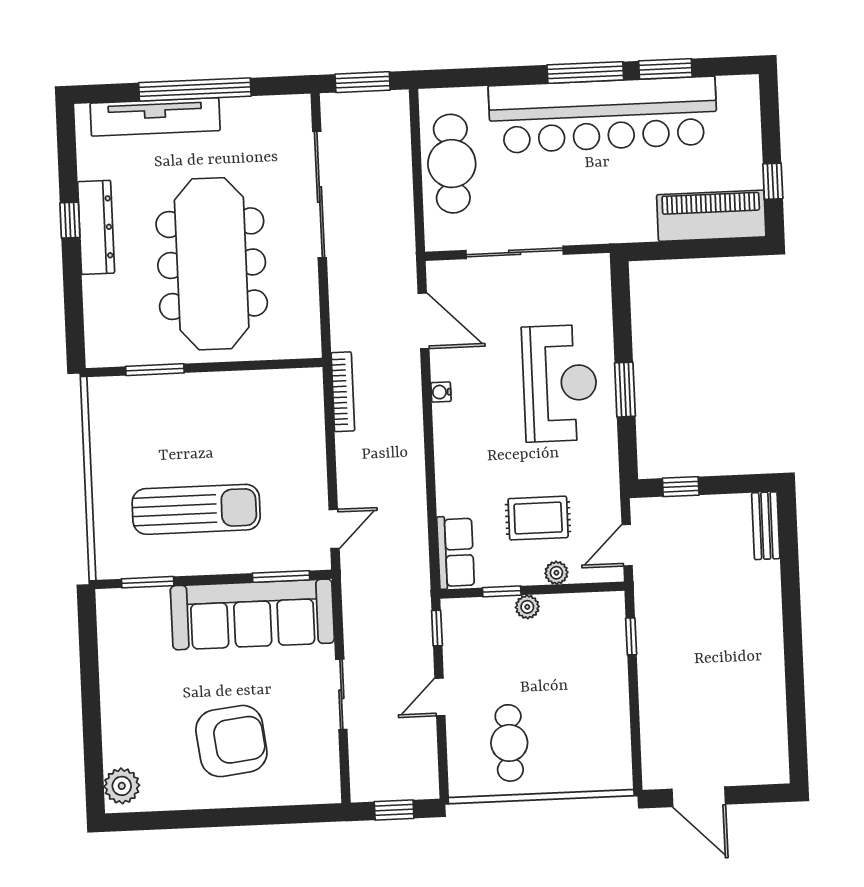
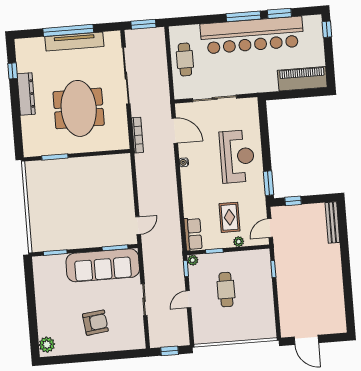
tv unit: (155, 117) -> (74, 41), moved
cafe table: (452, 164) -> (185, 59), width x0.73, depth x0.74
window: (773, 181) -> (327, 29), moved
window: (70, 220) -> (13, 71), moved
meeting table: (212, 264) -> (79, 108), width x0.73
window: (625, 390) -> (268, 183), moved
bookcase: (343, 392) -> (137, 135), moved
sun lounger: (196, 509) -> (76, 219), removed
rug: (538, 518) -> (230, 217), turned 90
bench: (766, 526) -> (332, 222), width x1.36
plant: (527, 607) -> (193, 260), moved
armchair: (231, 741) -> (95, 323), width x0.73, depth x0.73
cafe table: (509, 743) -> (226, 290), moved

